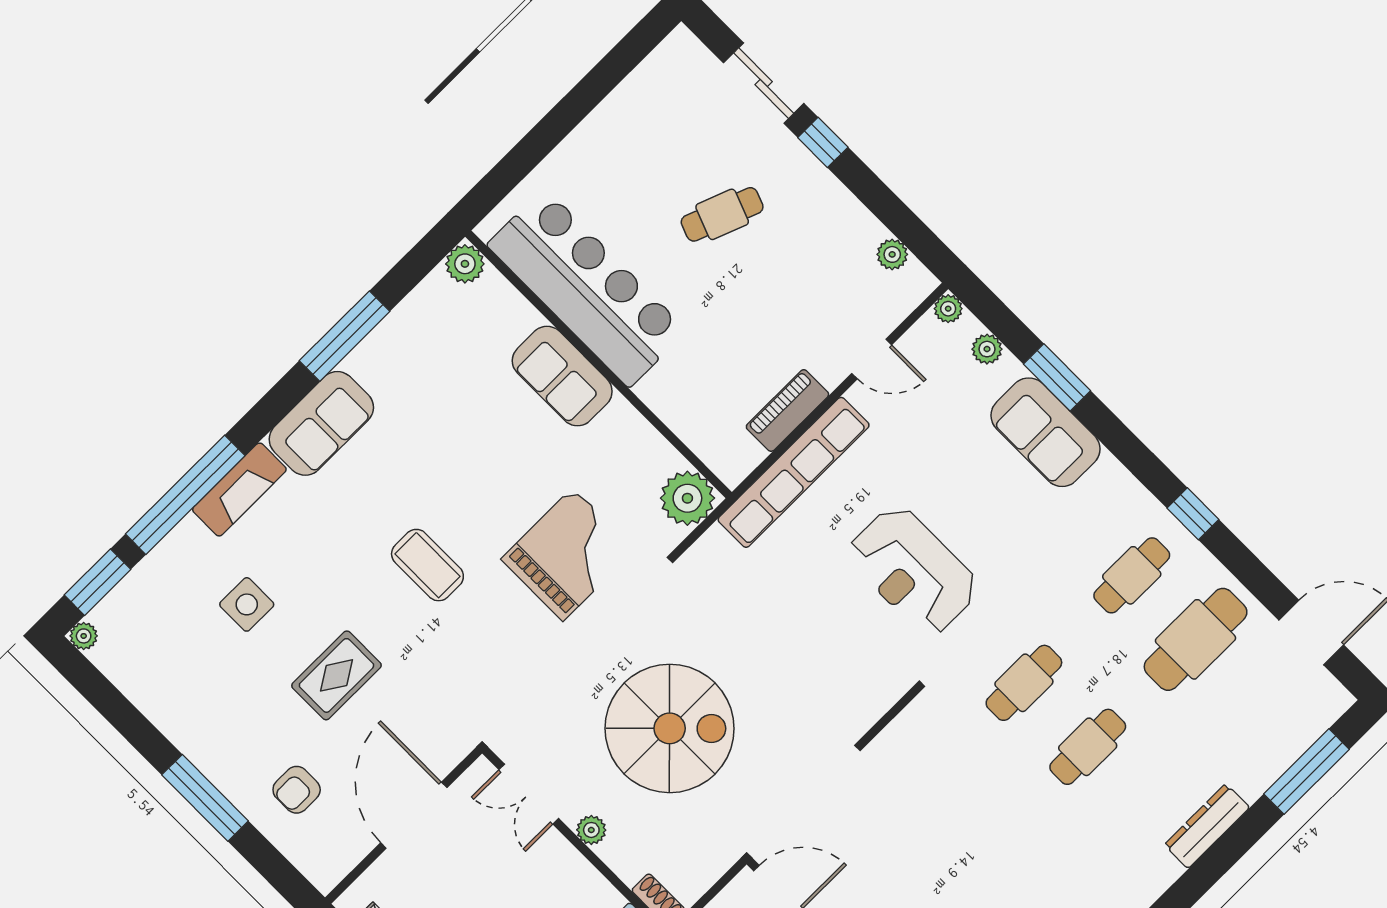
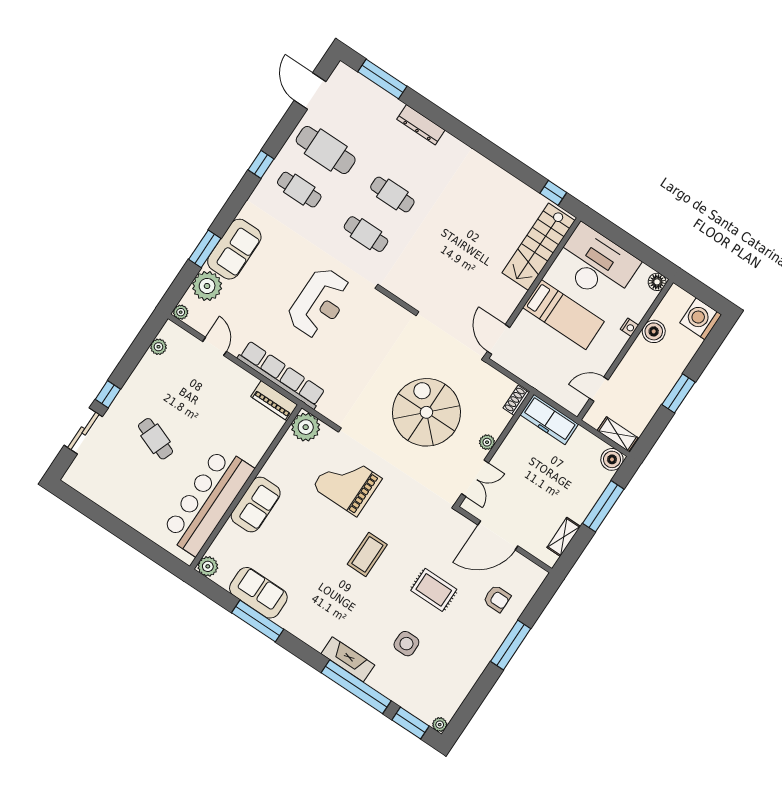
plant: (987, 349) -> (207, 286), width x1.88, depth x1.88
piano: (787, 411) -> (274, 401), moved
sofa: (321, 423) -> (258, 593), moved

